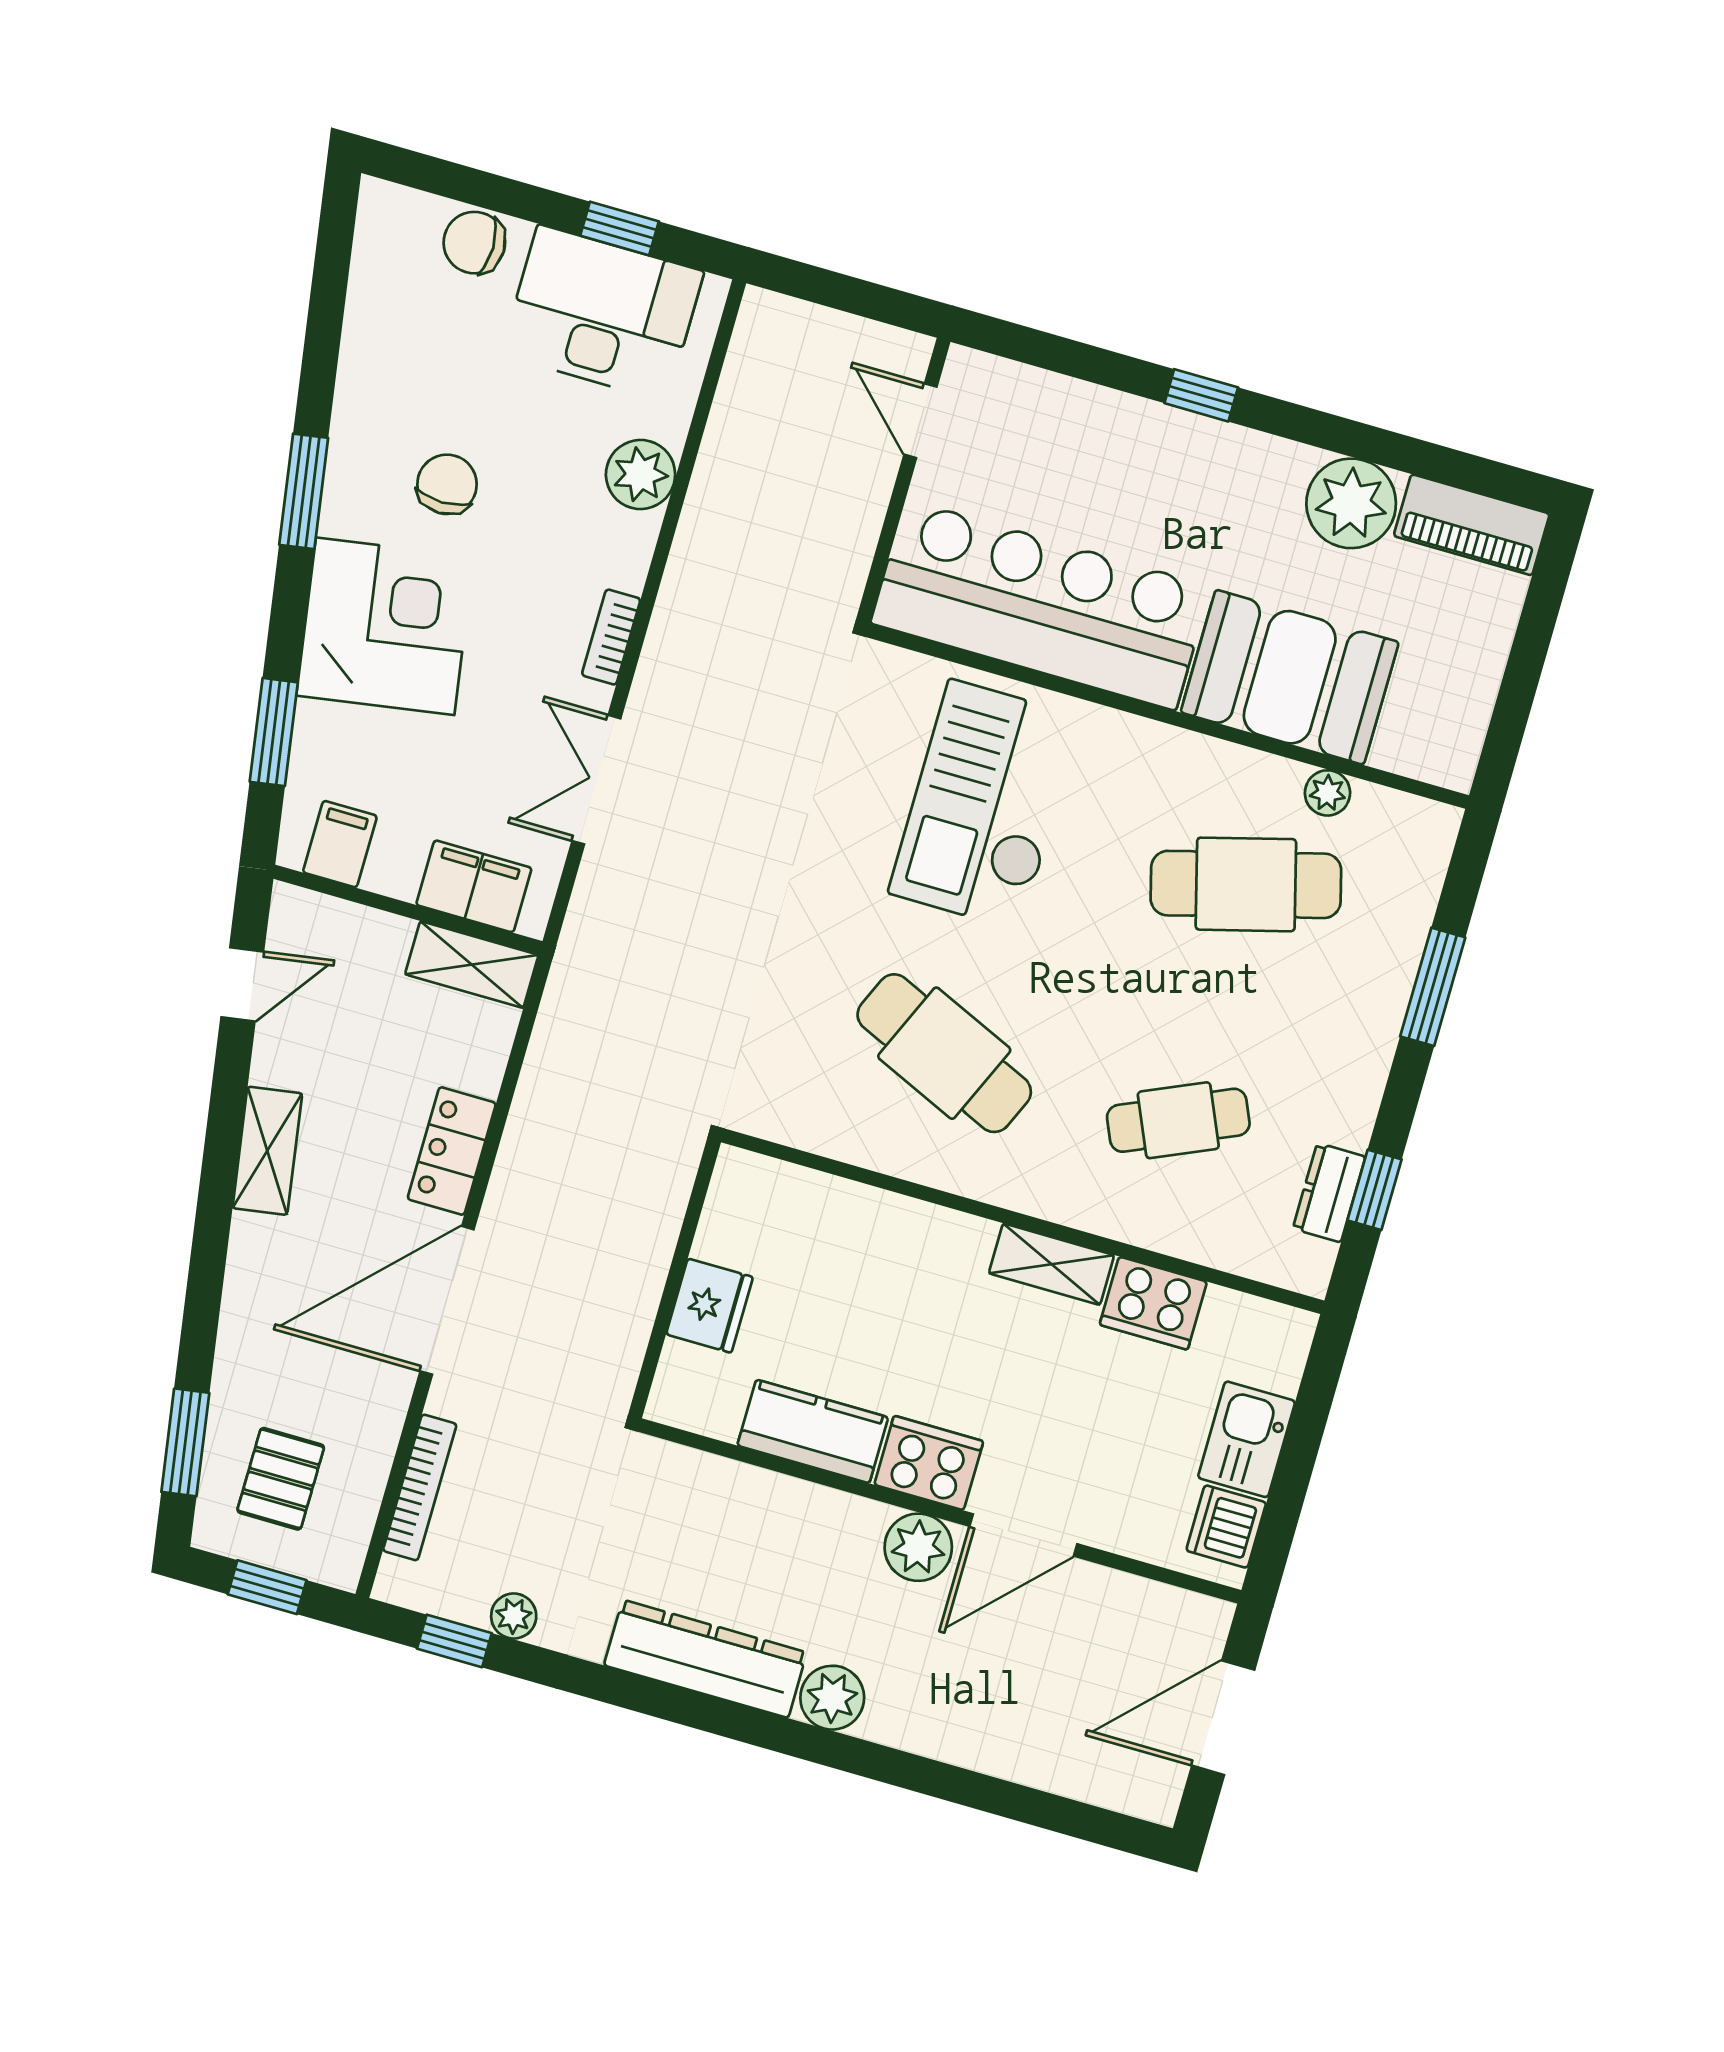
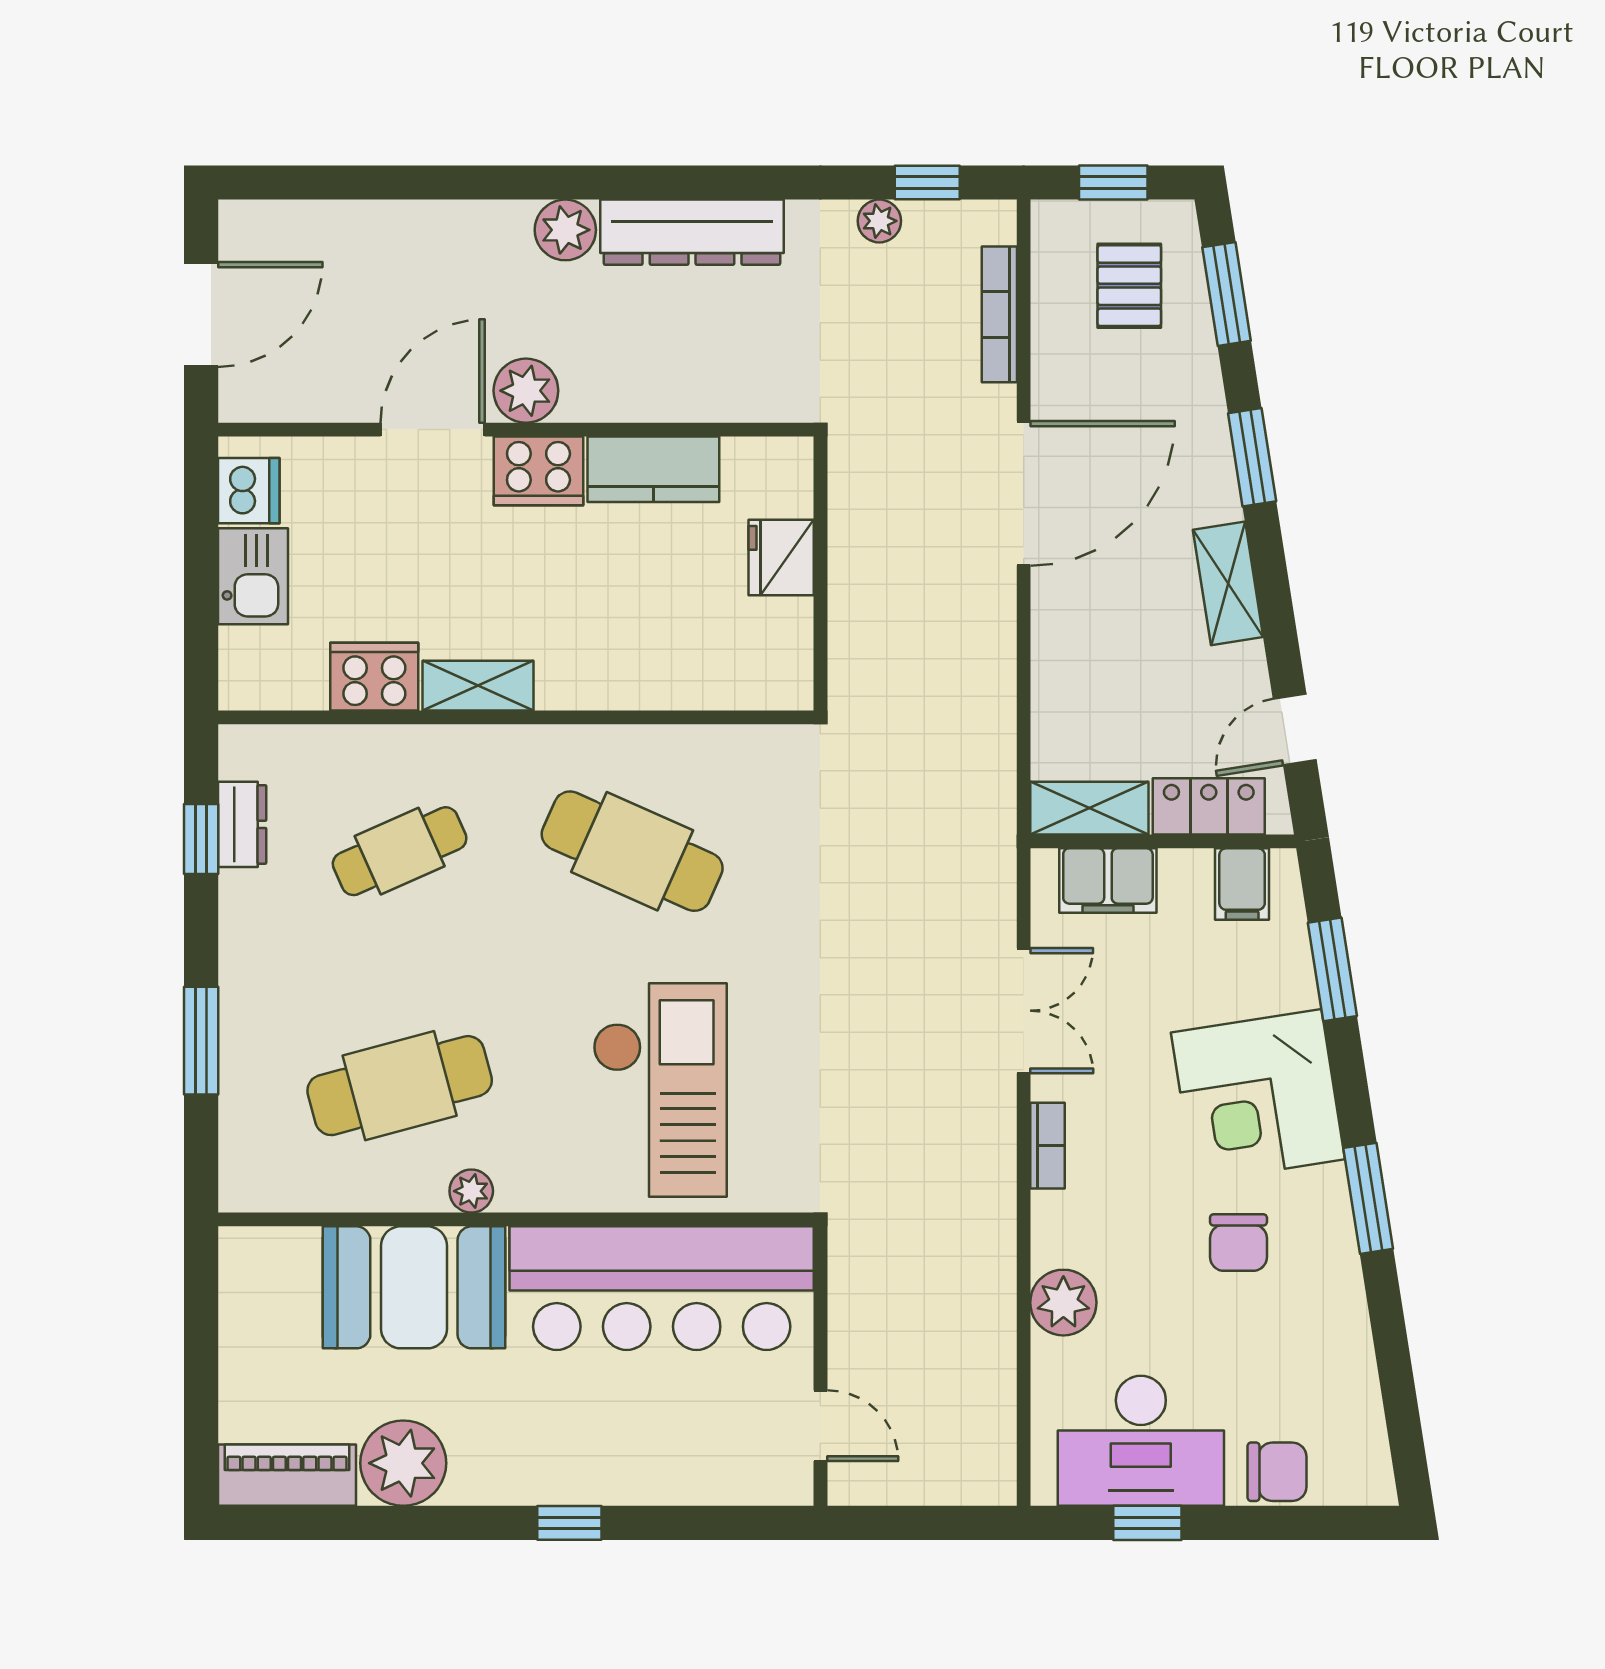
plant: (1327, 793) -> (471, 1191), moved
locker: (452, 1151) -> (1209, 806), moved, turned -90
window: (207, 1271) -> (1252, 457), added

